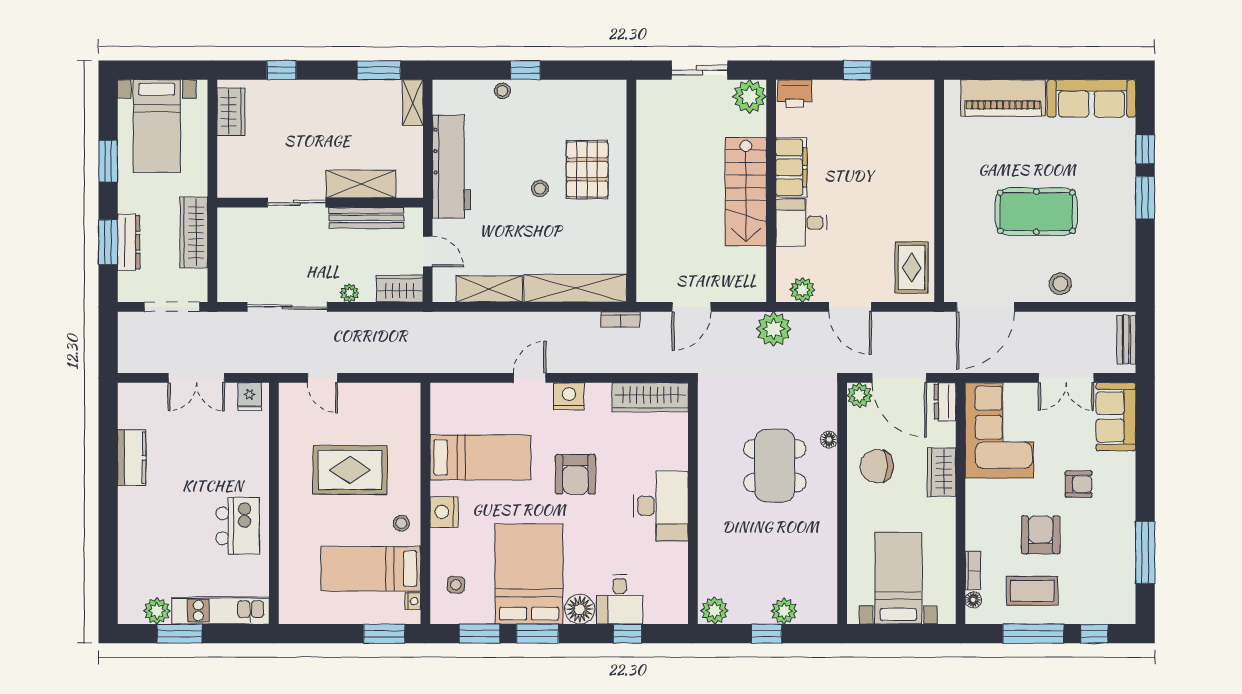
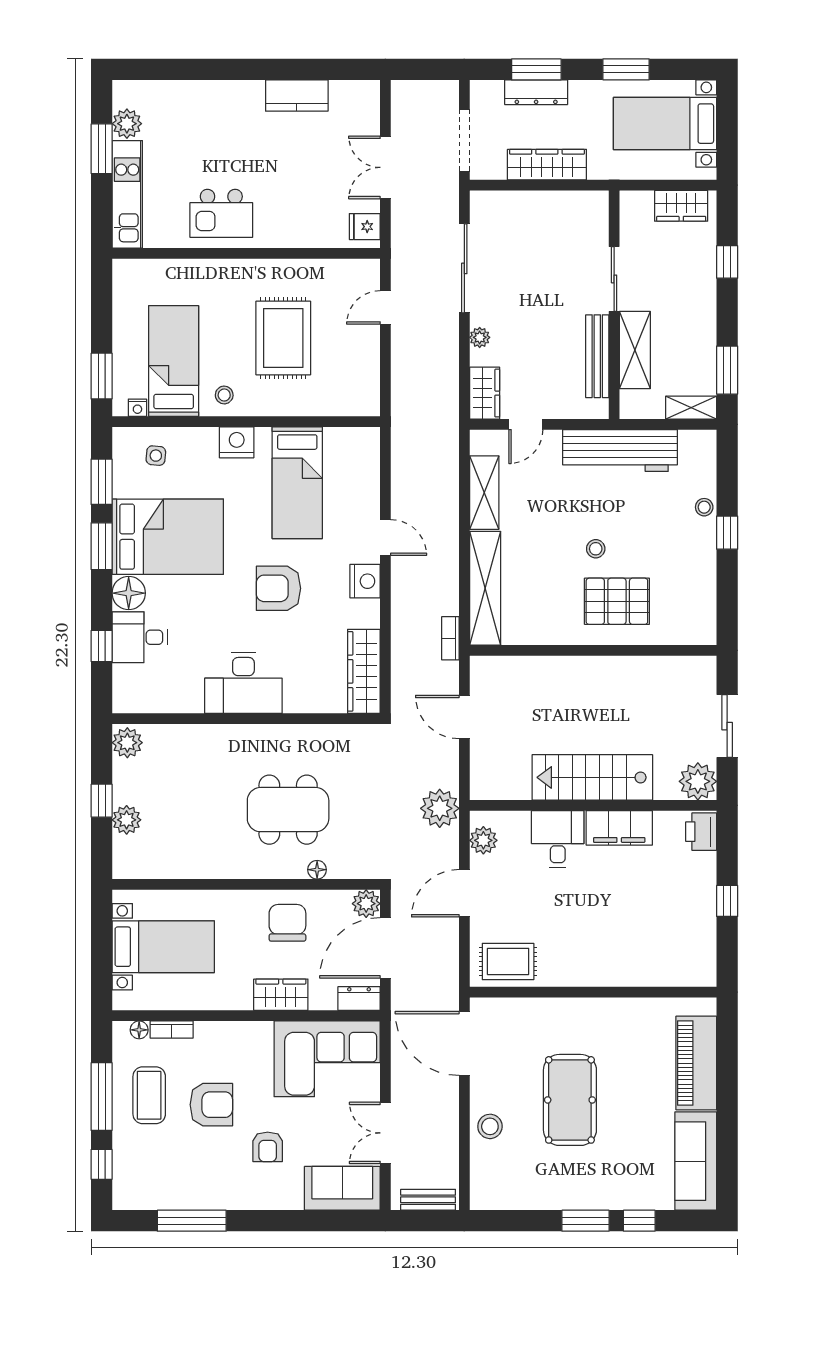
shelving: (361, 184) -> (635, 350), moved
sliding door: (297, 203) -> (614, 279), moved
wall: (320, 203) -> (614, 305), moved
bench: (366, 218) -> (597, 356), moved

